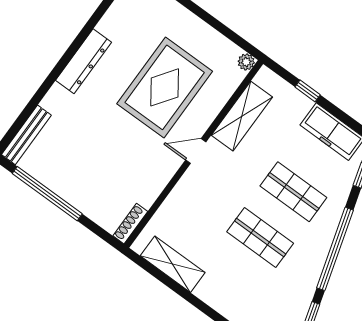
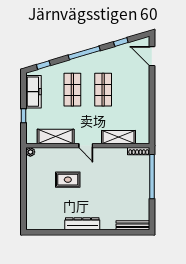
rug: (165, 87) -> (68, 180), width x0.54, depth x0.49
window: (47, 194) -> (152, 177), moved
window: (335, 249) -> (84, 53), width x0.68
shelving: (173, 264) -> (118, 137), moved, turned 90

